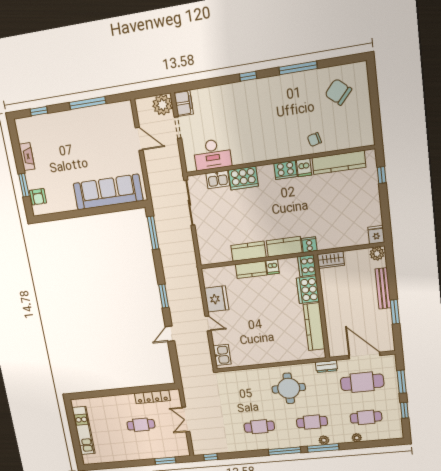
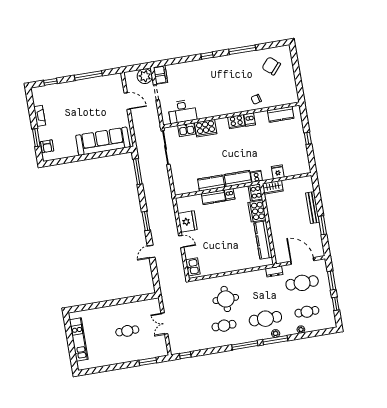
kitchen counter: (339, 163) -> (281, 114), width x0.67
window: (382, 175) -> (308, 138), moved
fridge: (376, 235) -> (278, 172), moved
plant: (377, 254) -> (306, 181), removed
round table: (289, 388) -> (226, 299), moved
locker: (152, 397) -> (137, 306), removed
cafe table: (312, 422) -> (265, 319), width x1.37, depth x1.35

